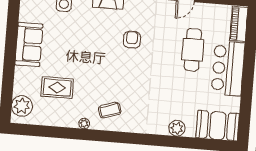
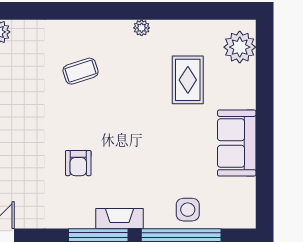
rug: (57, 88) -> (188, 80), turned 90
coffee table: (110, 110) -> (80, 71), moved

